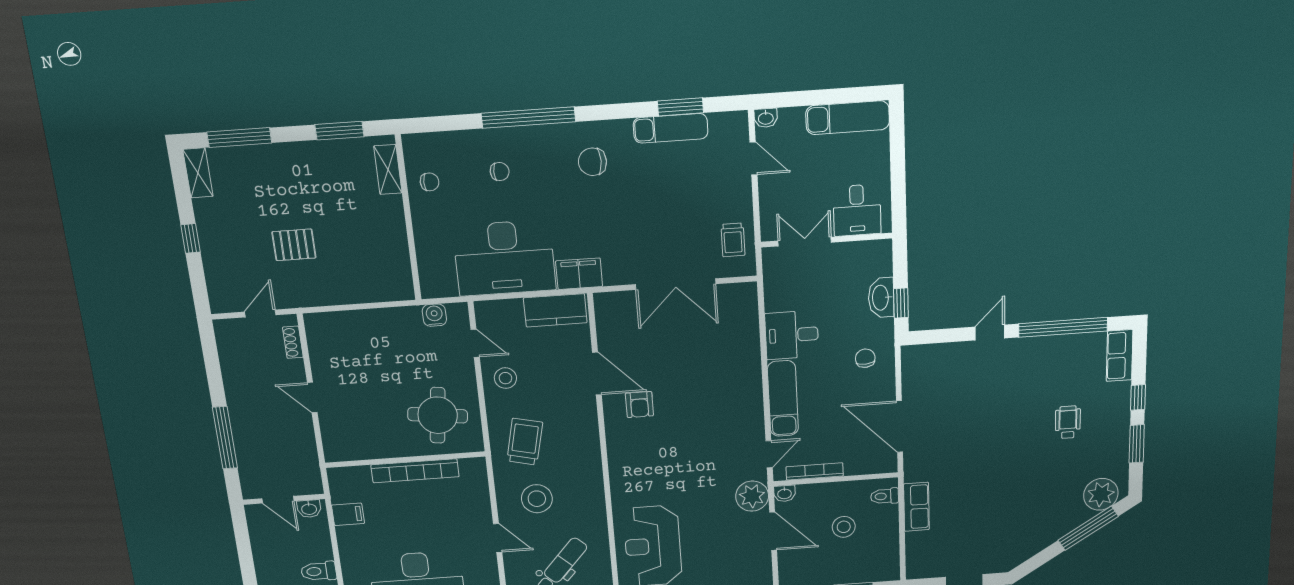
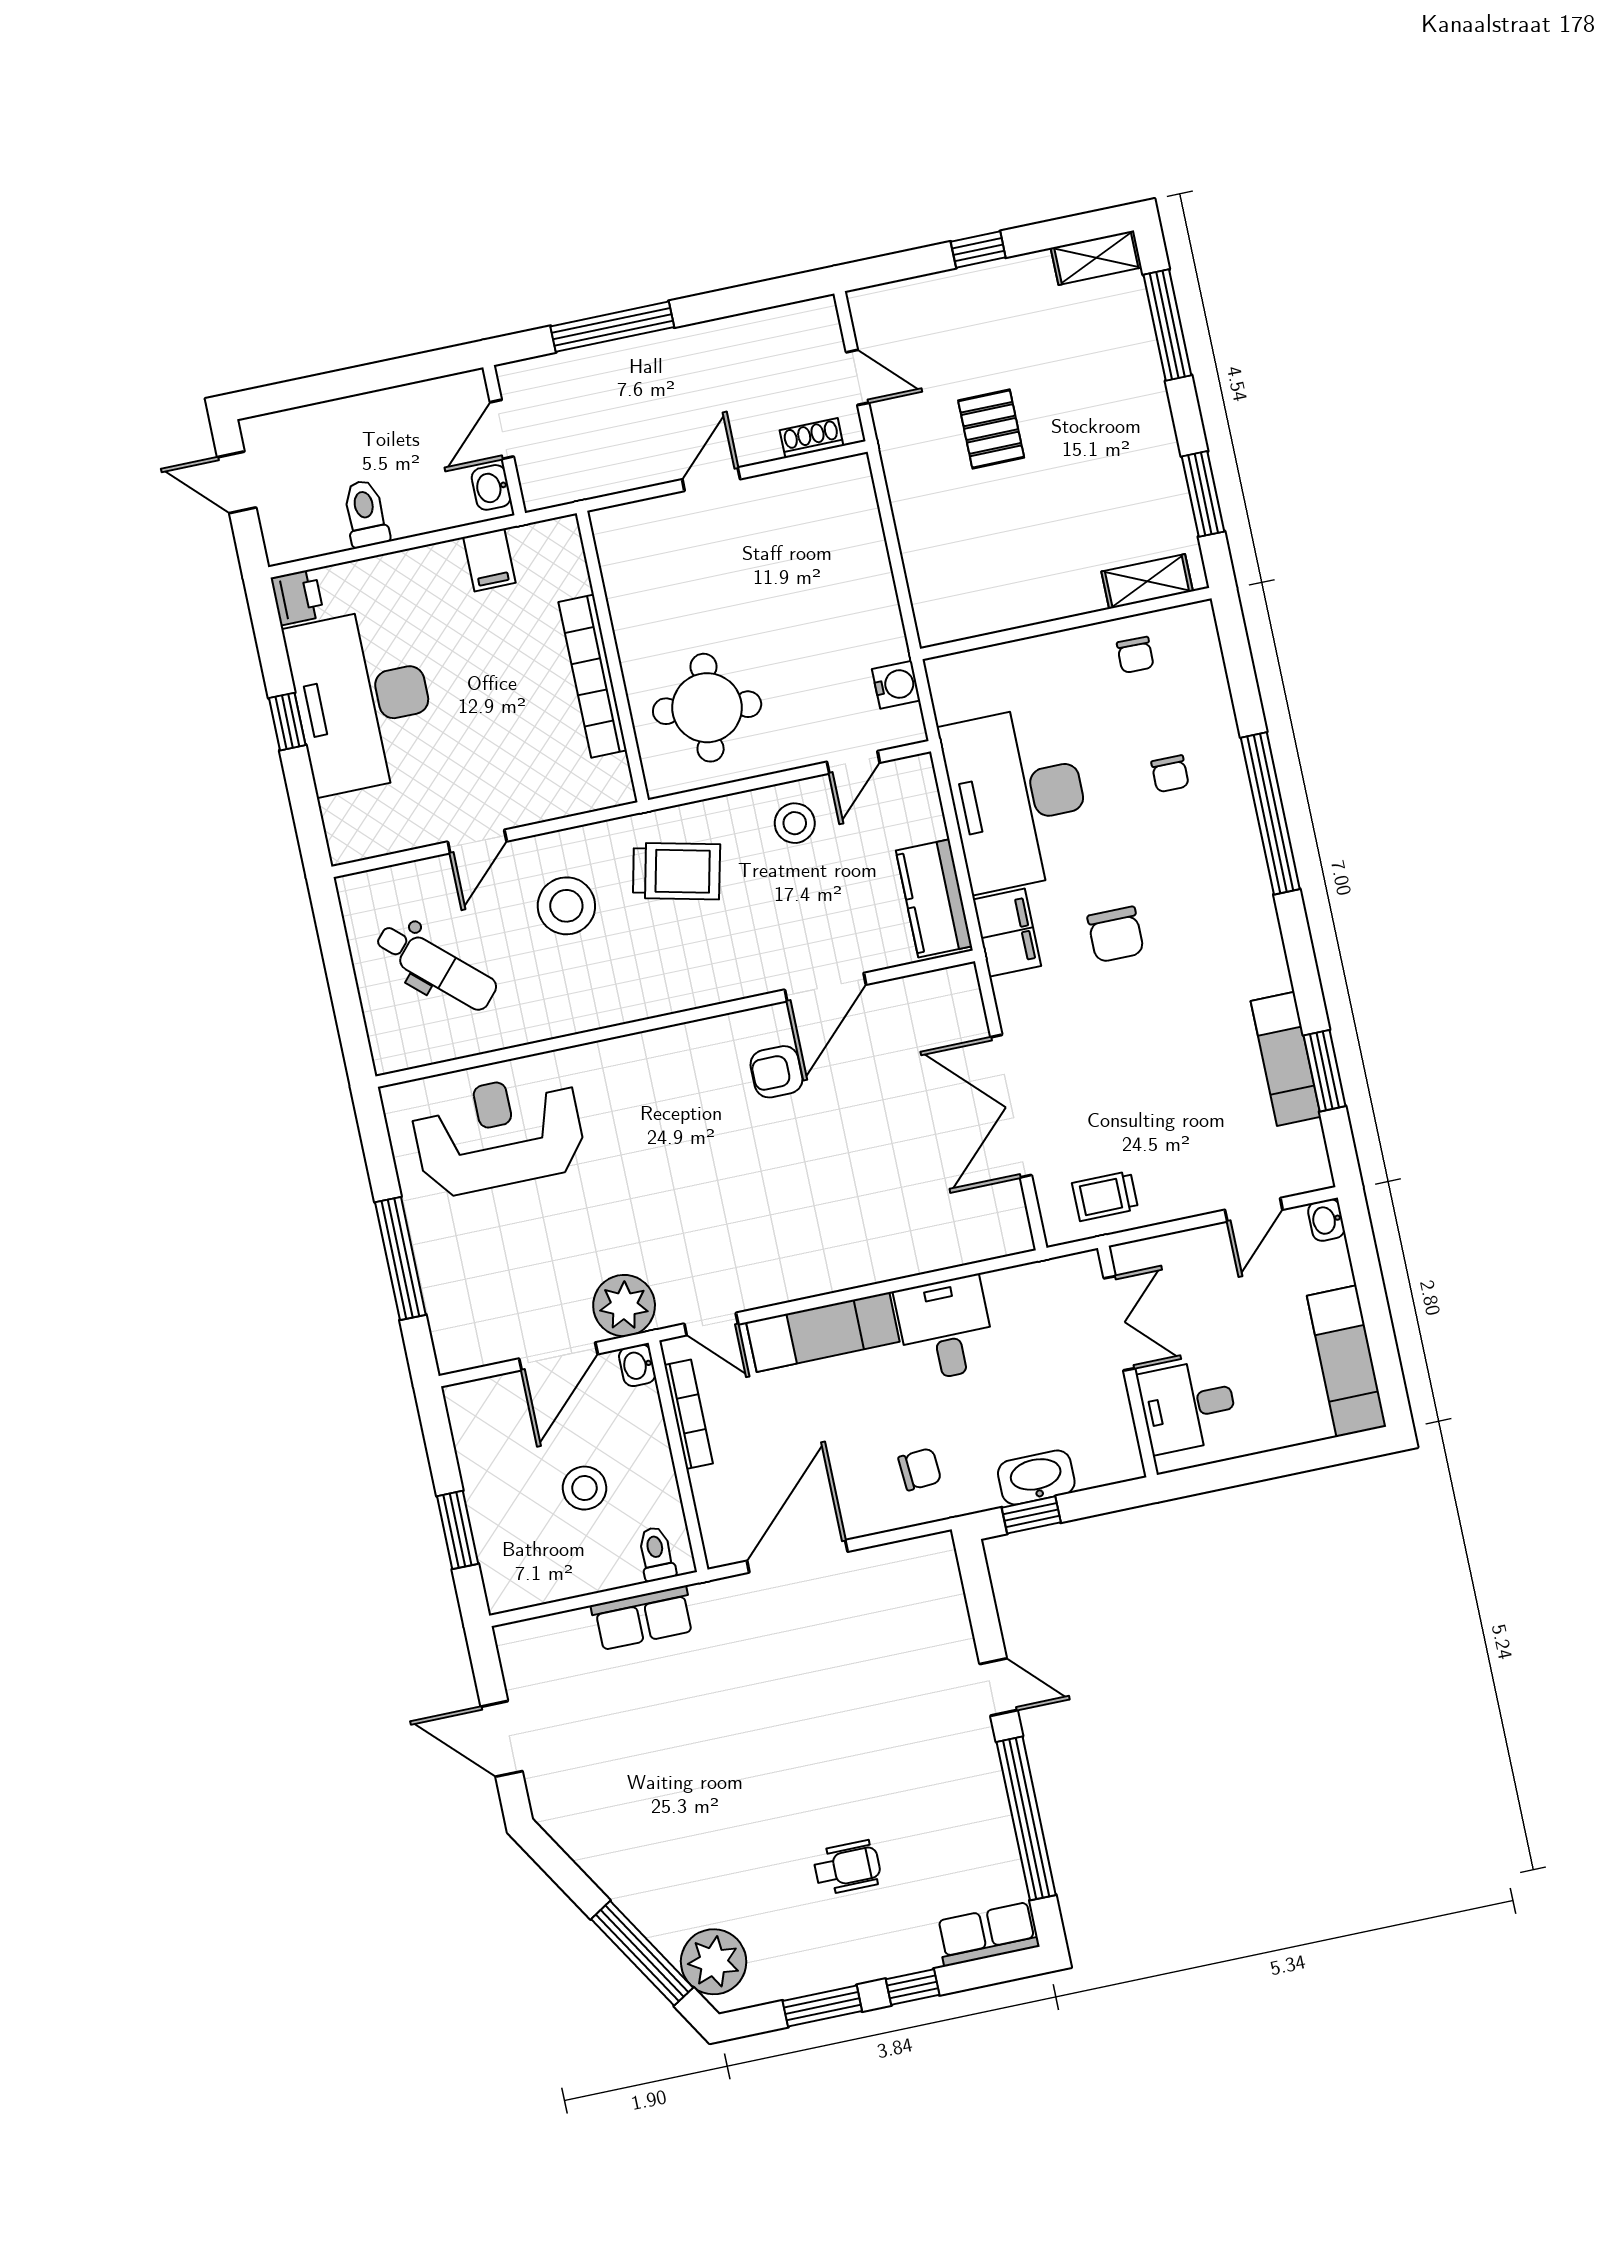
chair: (592, 162) -> (1116, 934), moved, turned 180

